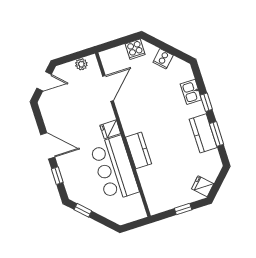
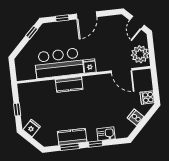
plant: (81, 64) -> (140, 54), width x1.87, depth x1.87

